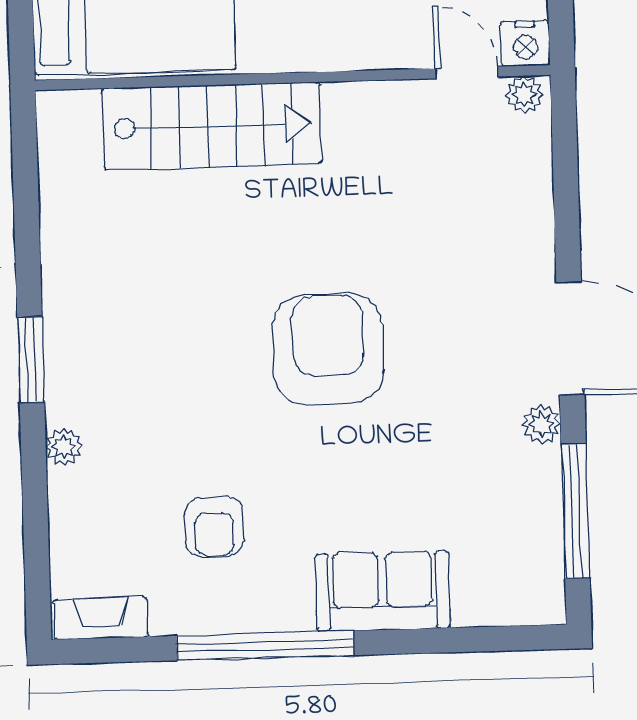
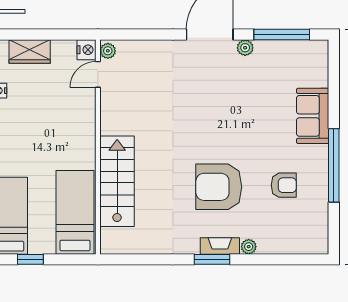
armchair: (328, 349) -> (219, 187), moved
fireplace: (101, 618) -> (220, 246), moved, turned 90

